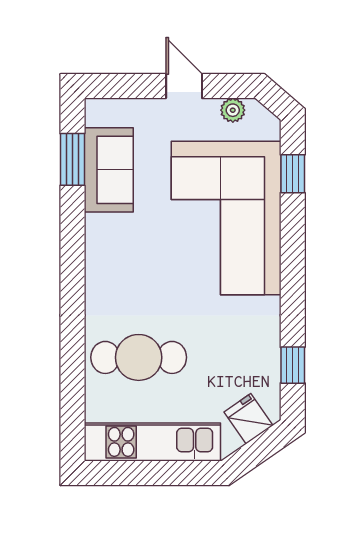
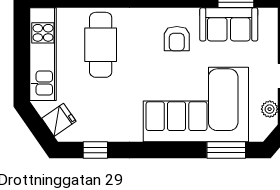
window: (293, 174) -> (226, 150), width x1.50
armchair: (130, 246) -> (177, 39), added

